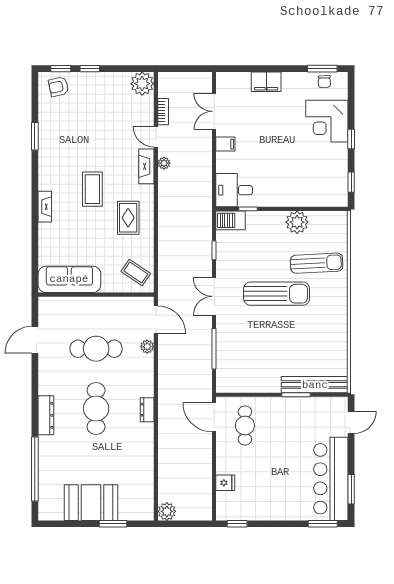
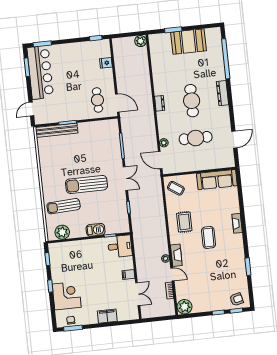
barbecue: (231, 220) -> (96, 230), moved
plant: (297, 222) -> (62, 232), moved

